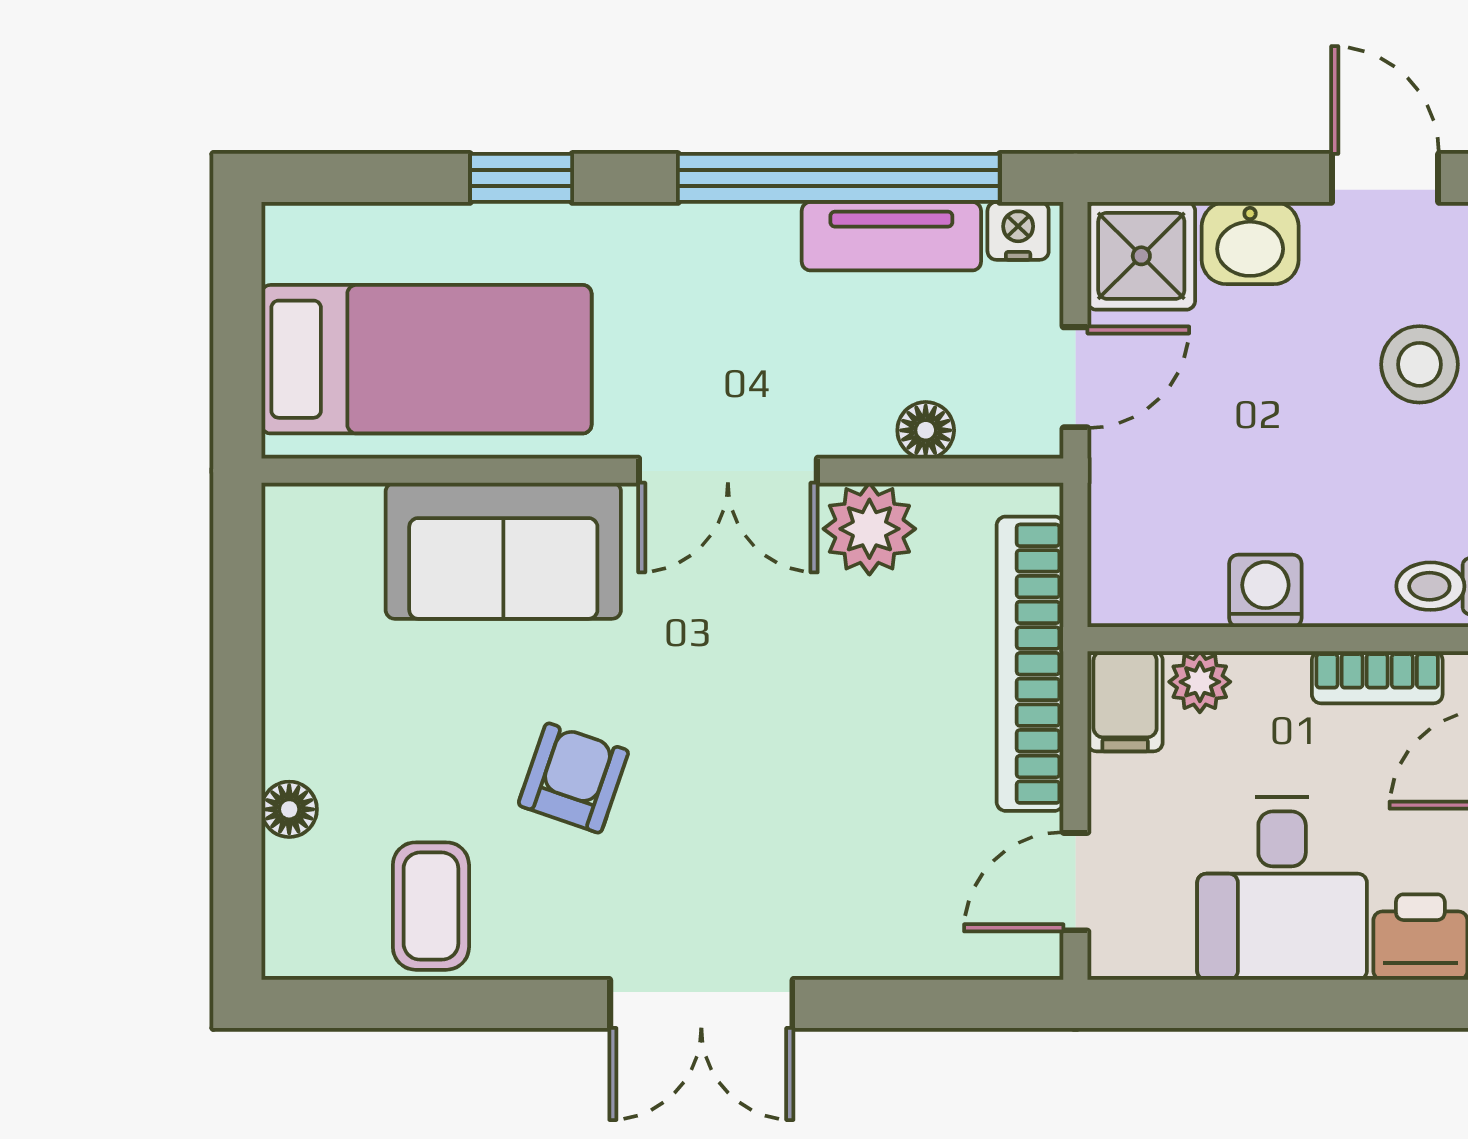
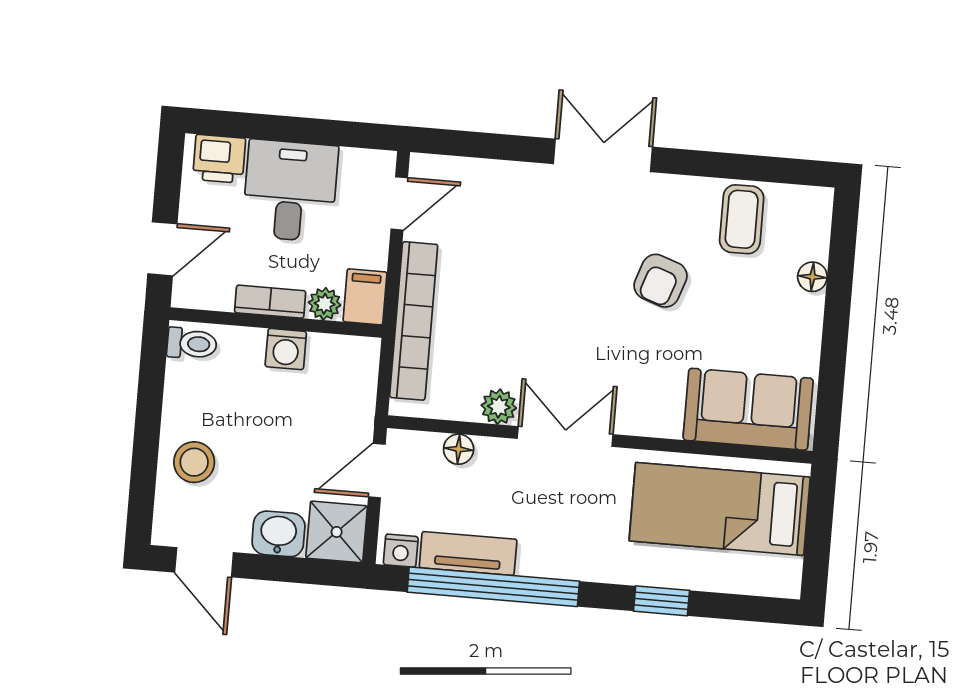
plant: (869, 529) -> (499, 407), width x0.73, depth x0.73
sofa: (503, 551) -> (748, 409), moved
bookcase: (1377, 677) -> (270, 302), moved

